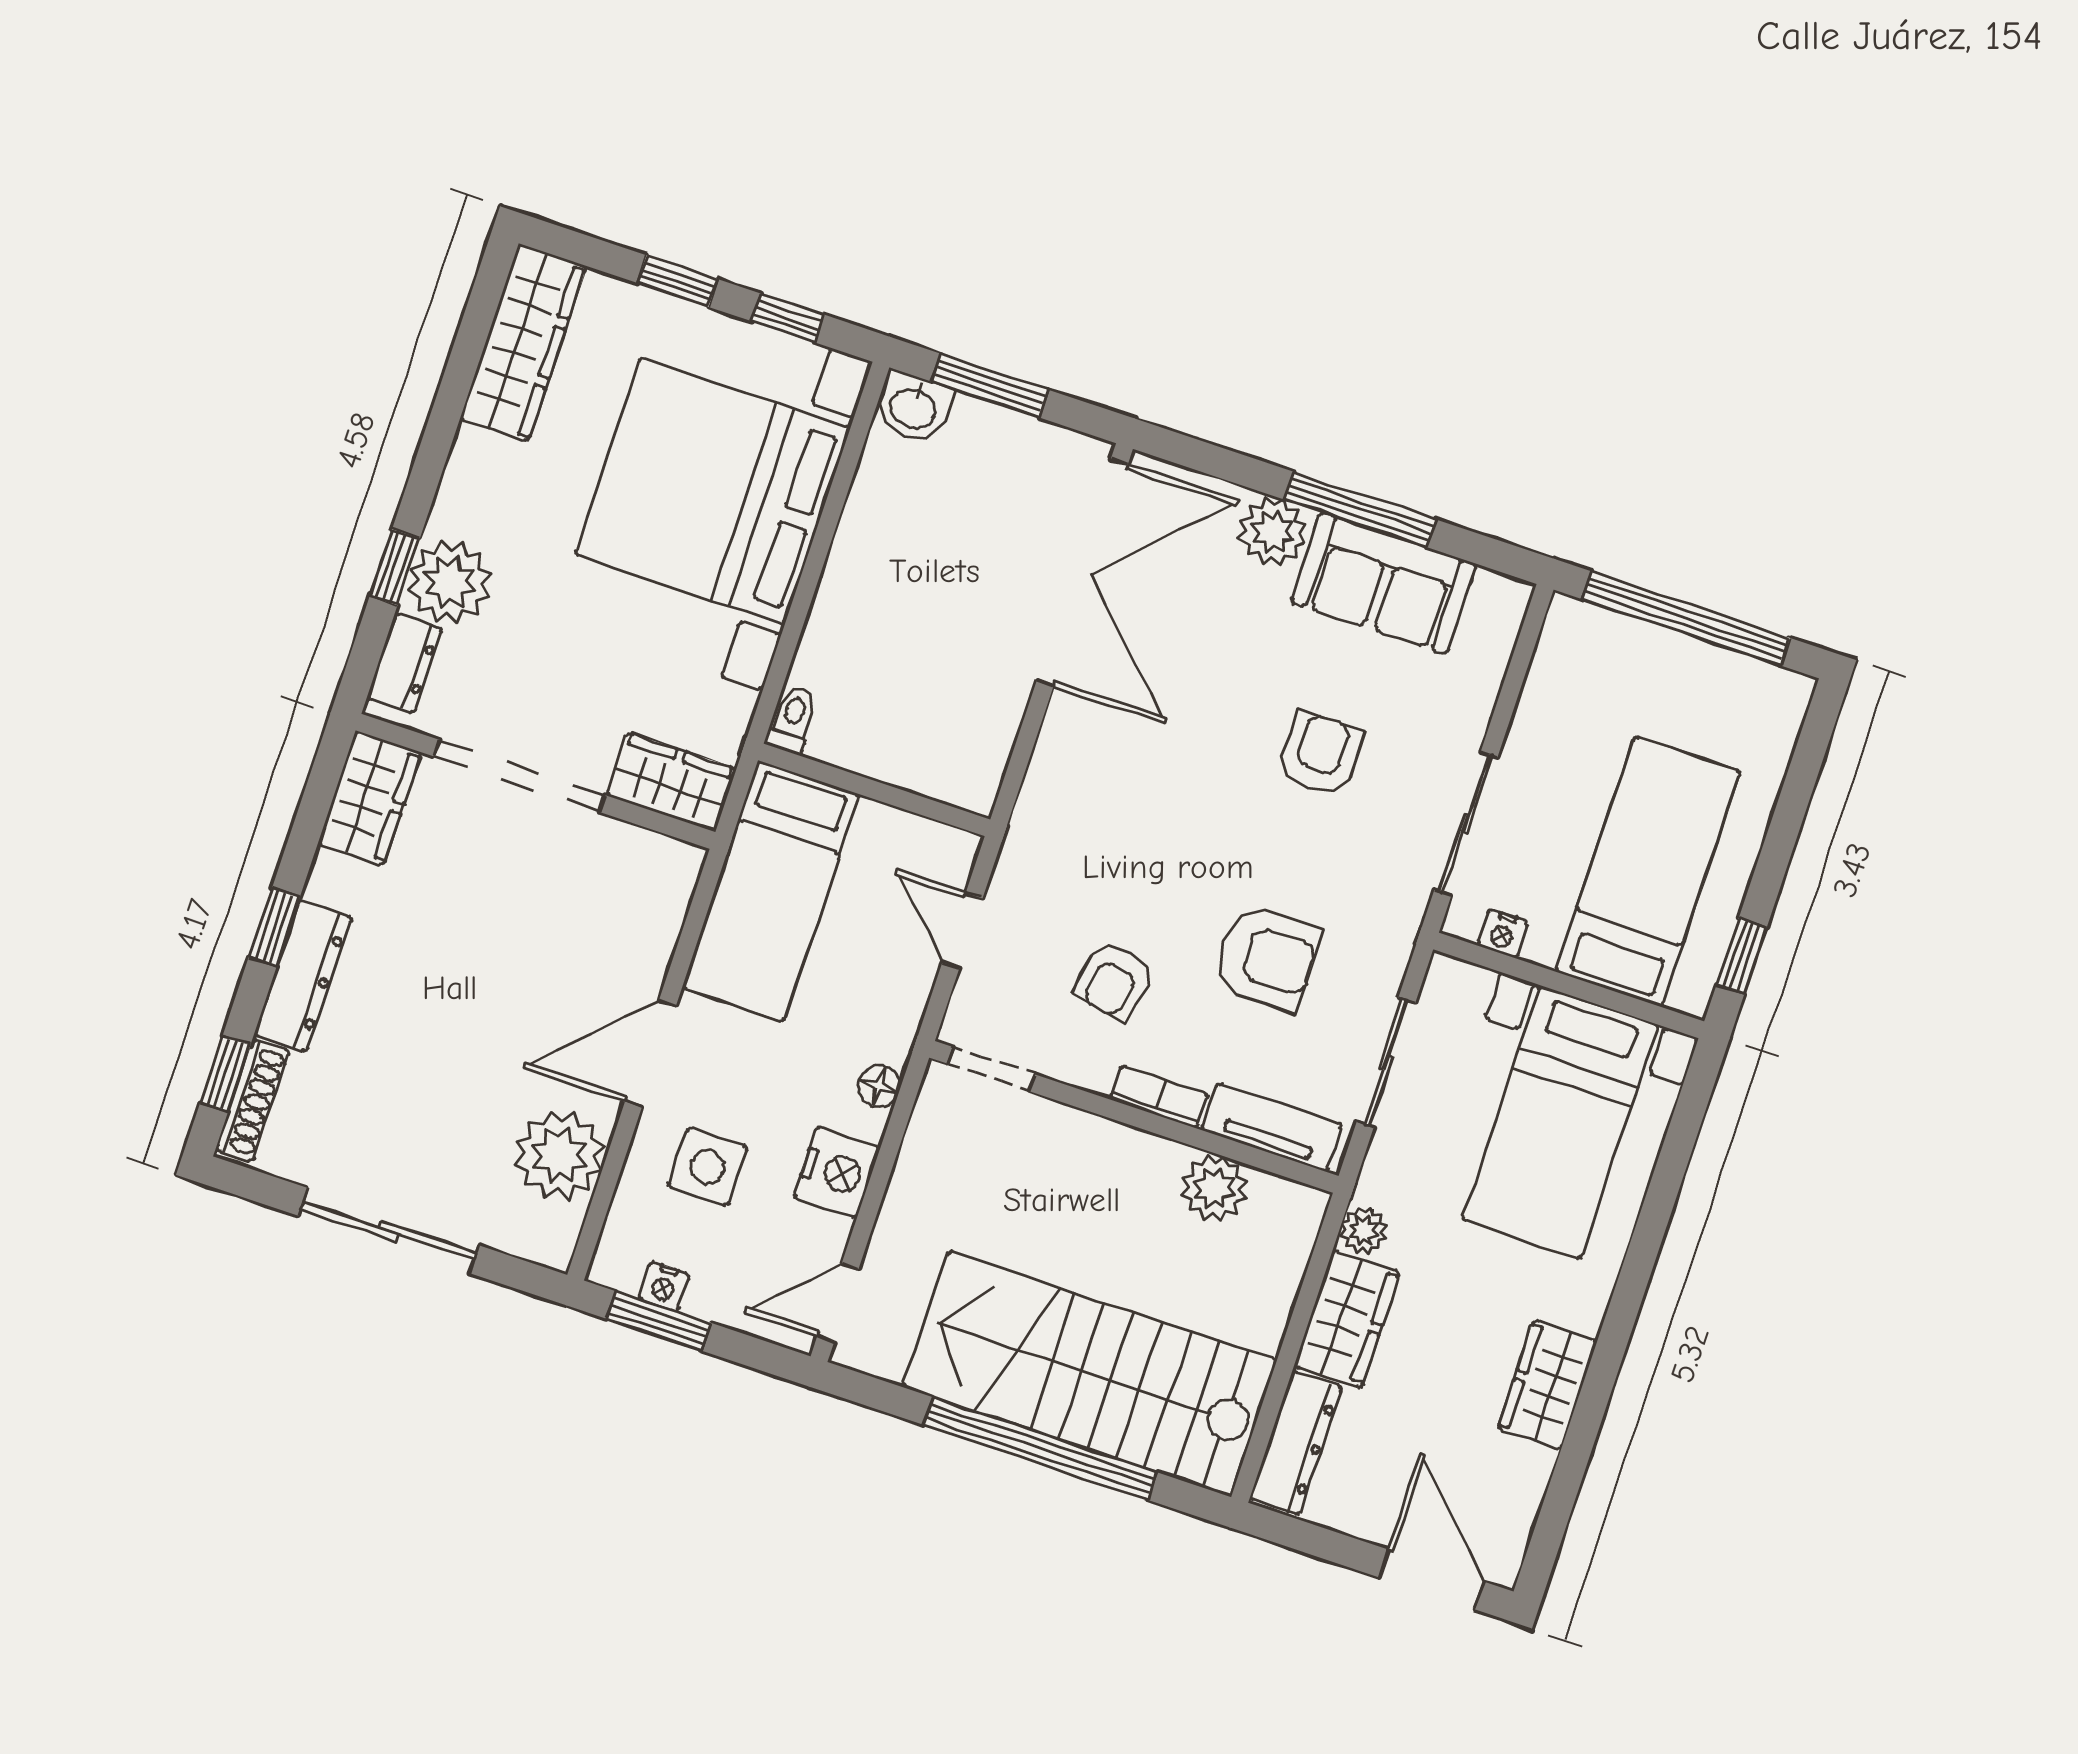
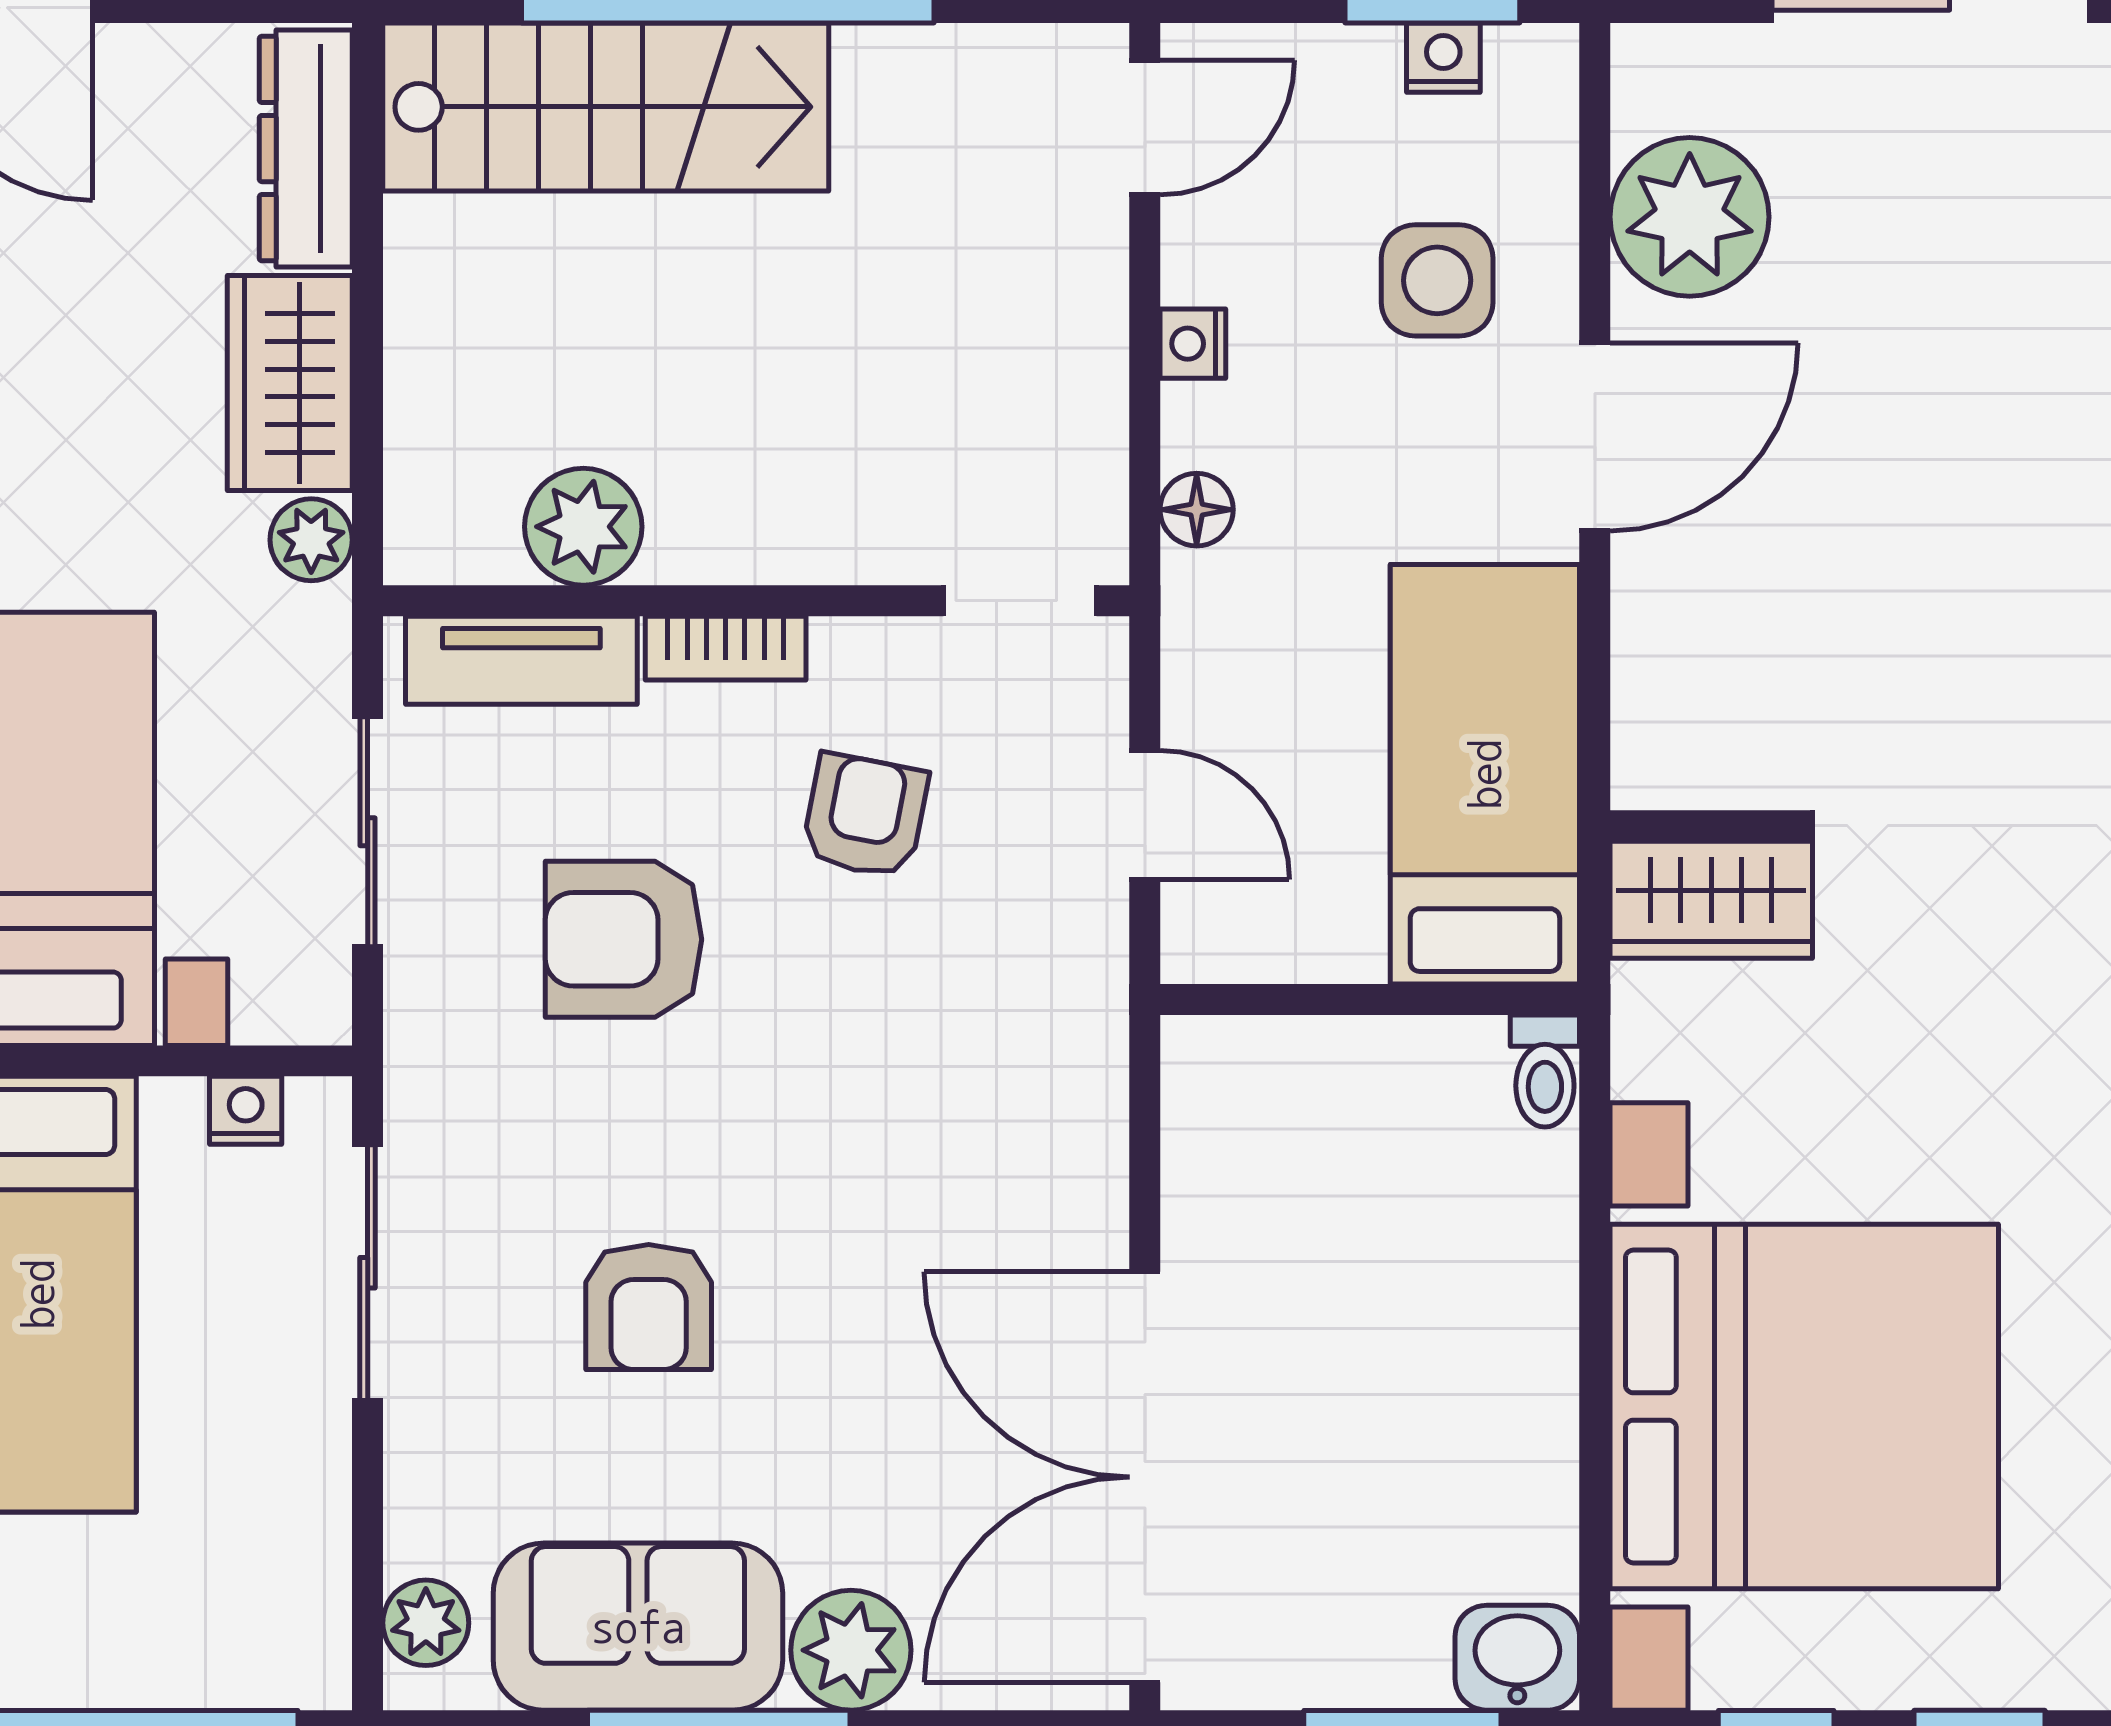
plant: (1498, 624) -> (426, 1623), added
nightstand: (837, 1172) -> (1193, 344), width x0.53, depth x0.56
stairs: (1090, 1374) -> (606, 107), width x0.73, depth x0.66

